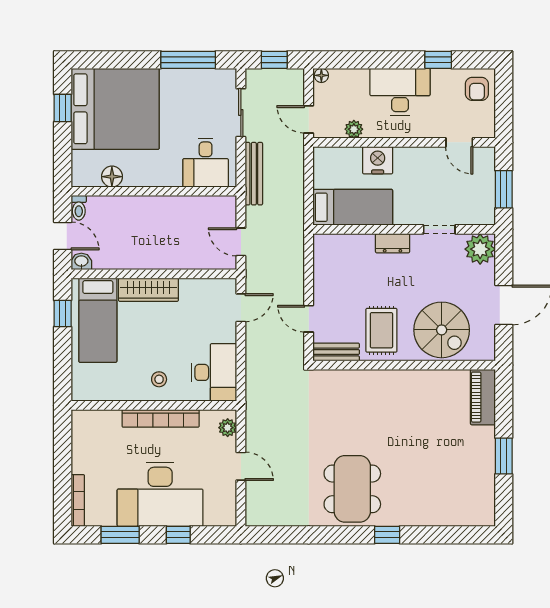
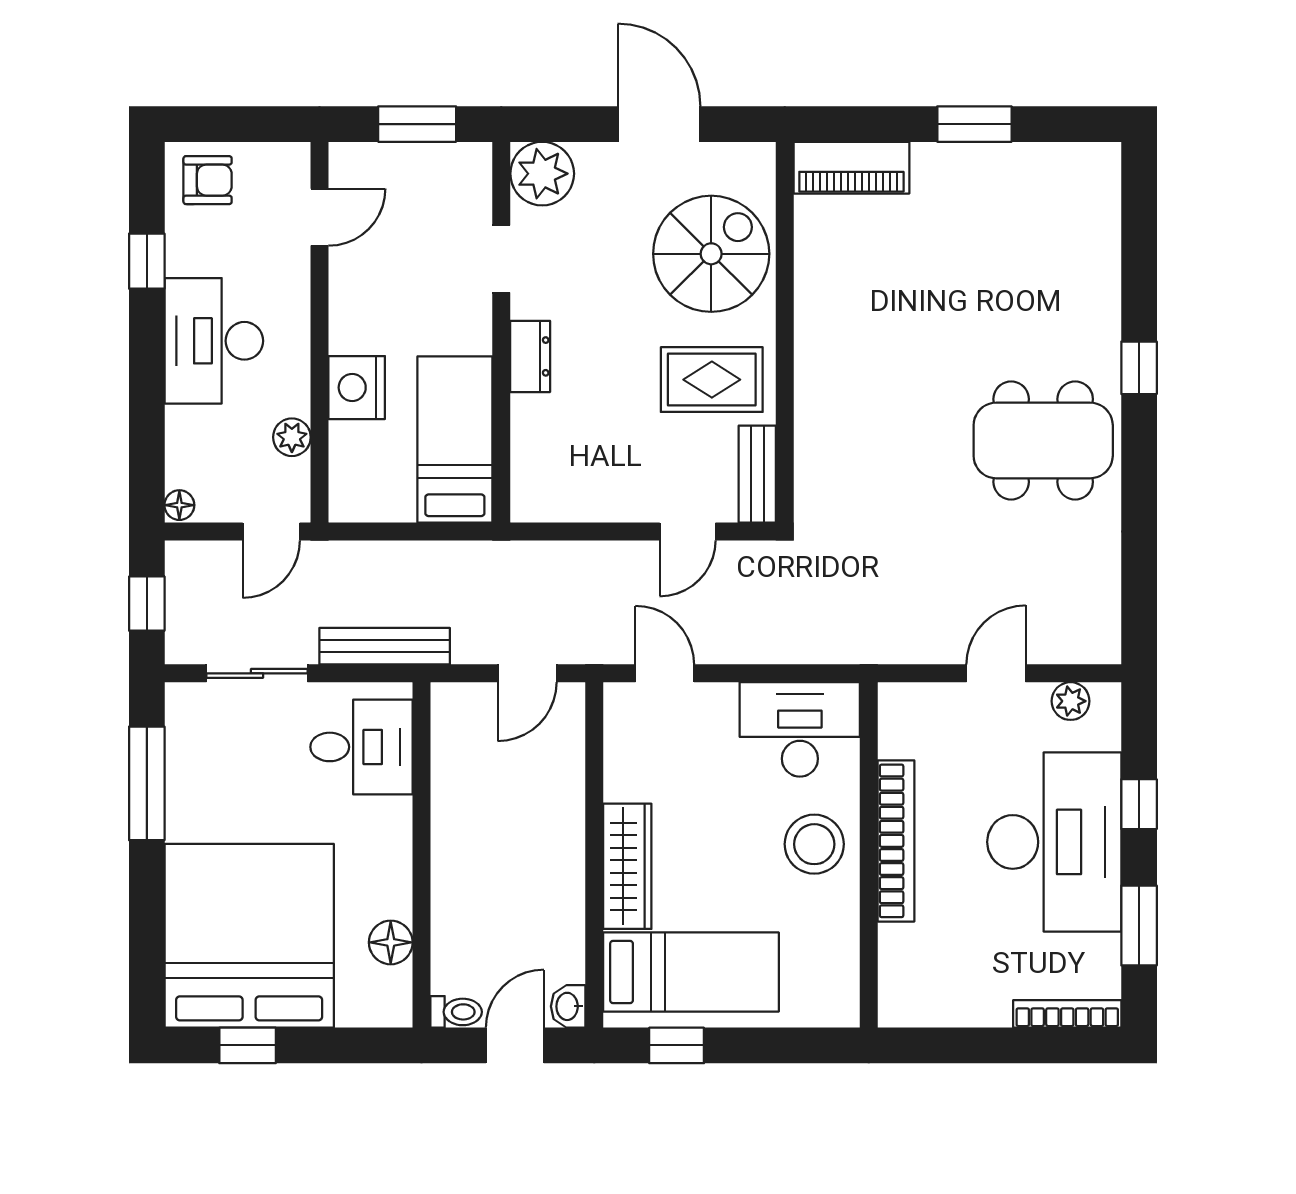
stool: (159, 379) -> (814, 844), width x1.89, depth x1.89
plant: (228, 428) -> (1071, 701), moved

